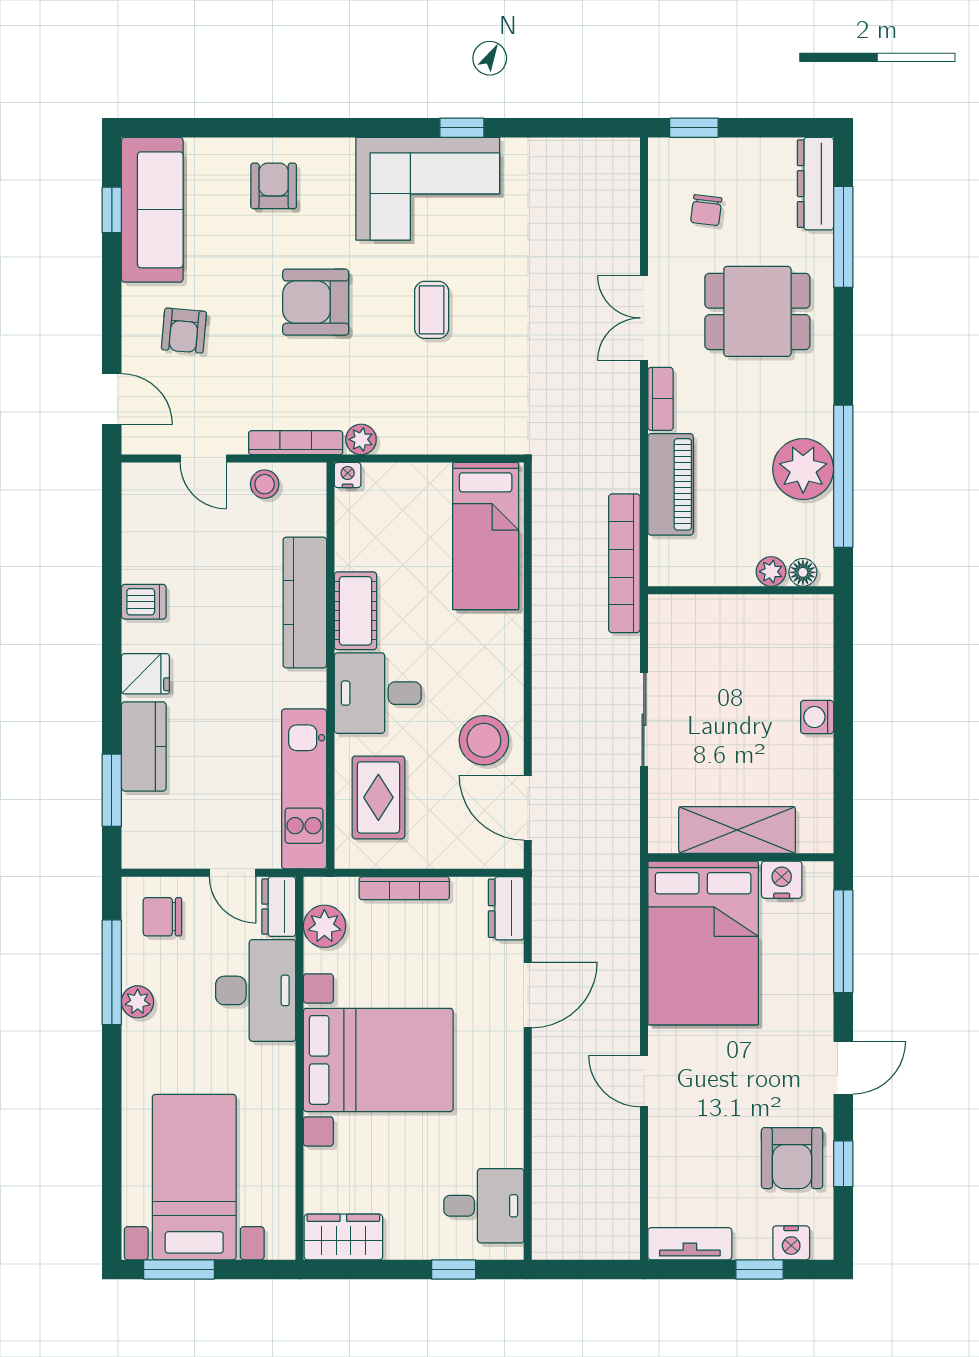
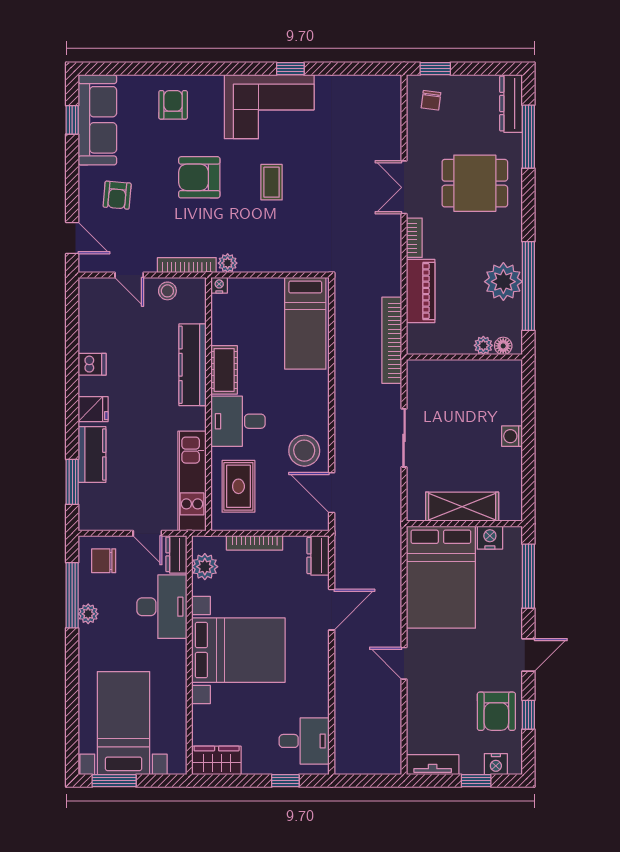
chair: (706, 210) -> (431, 100), moved

